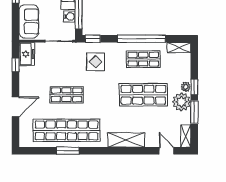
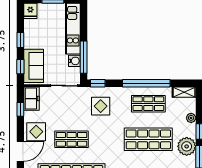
window: (16, 22) -> (20, 67), added
display table: (31, 87) -> (36, 132), added
plant: (186, 87) -> (191, 118), moved

